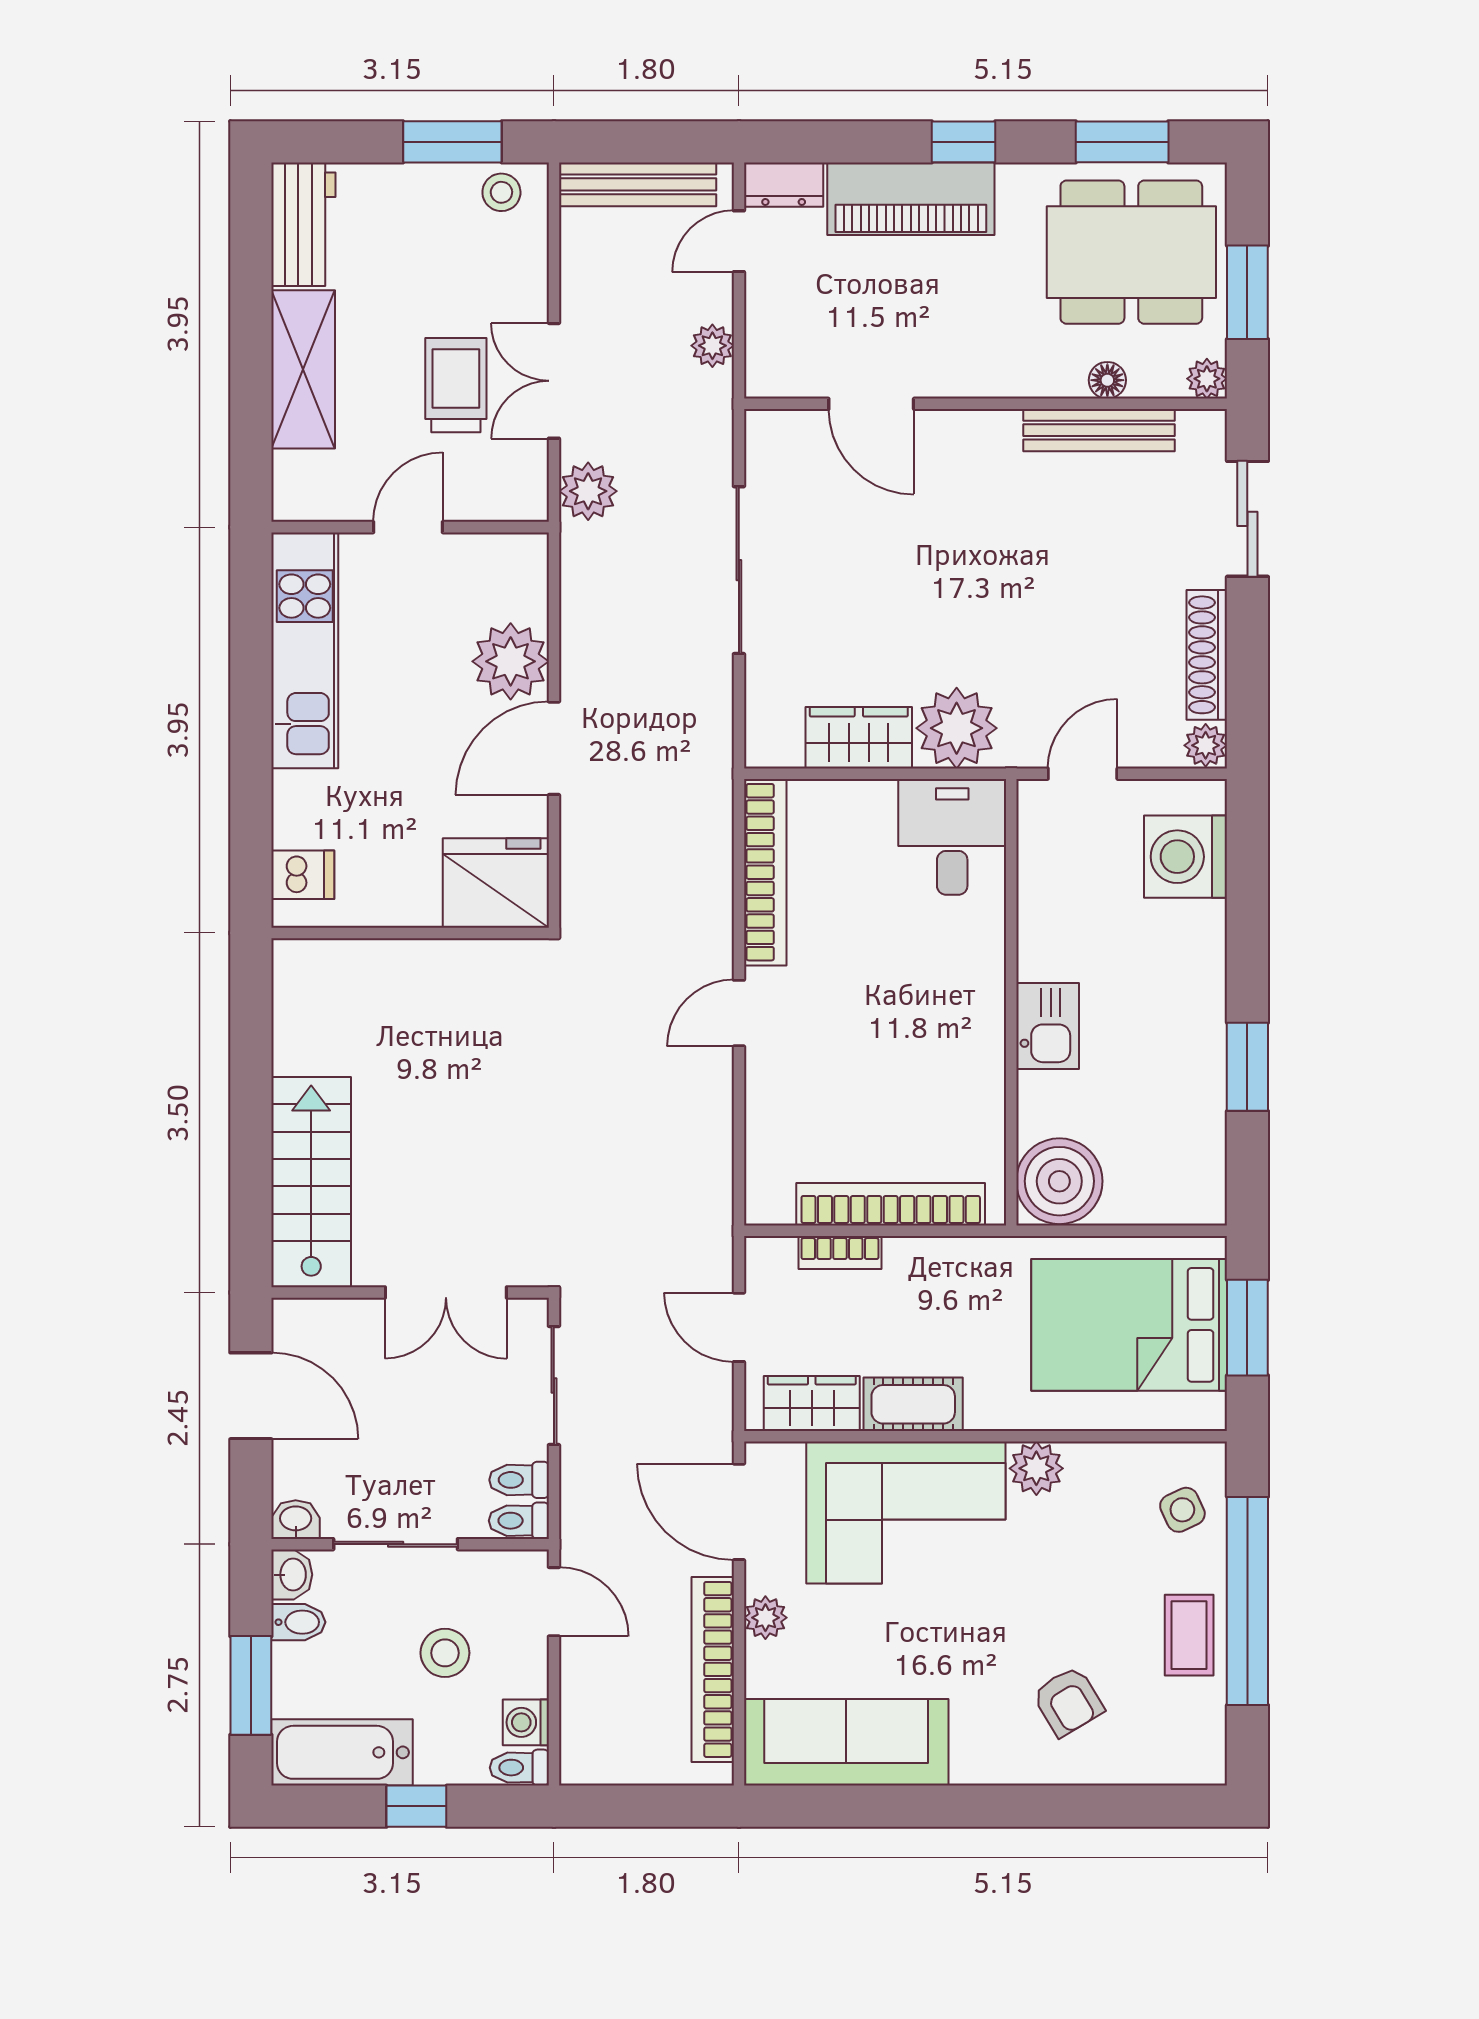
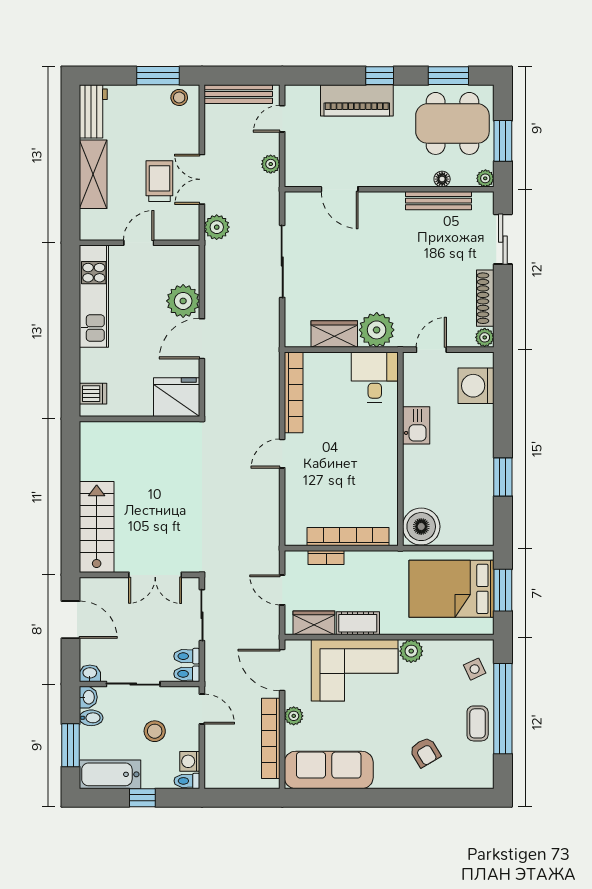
dresser: (784, 185) -> (302, 94), removed
kitchen sink: (1048, 1026) -> (416, 425), moved

